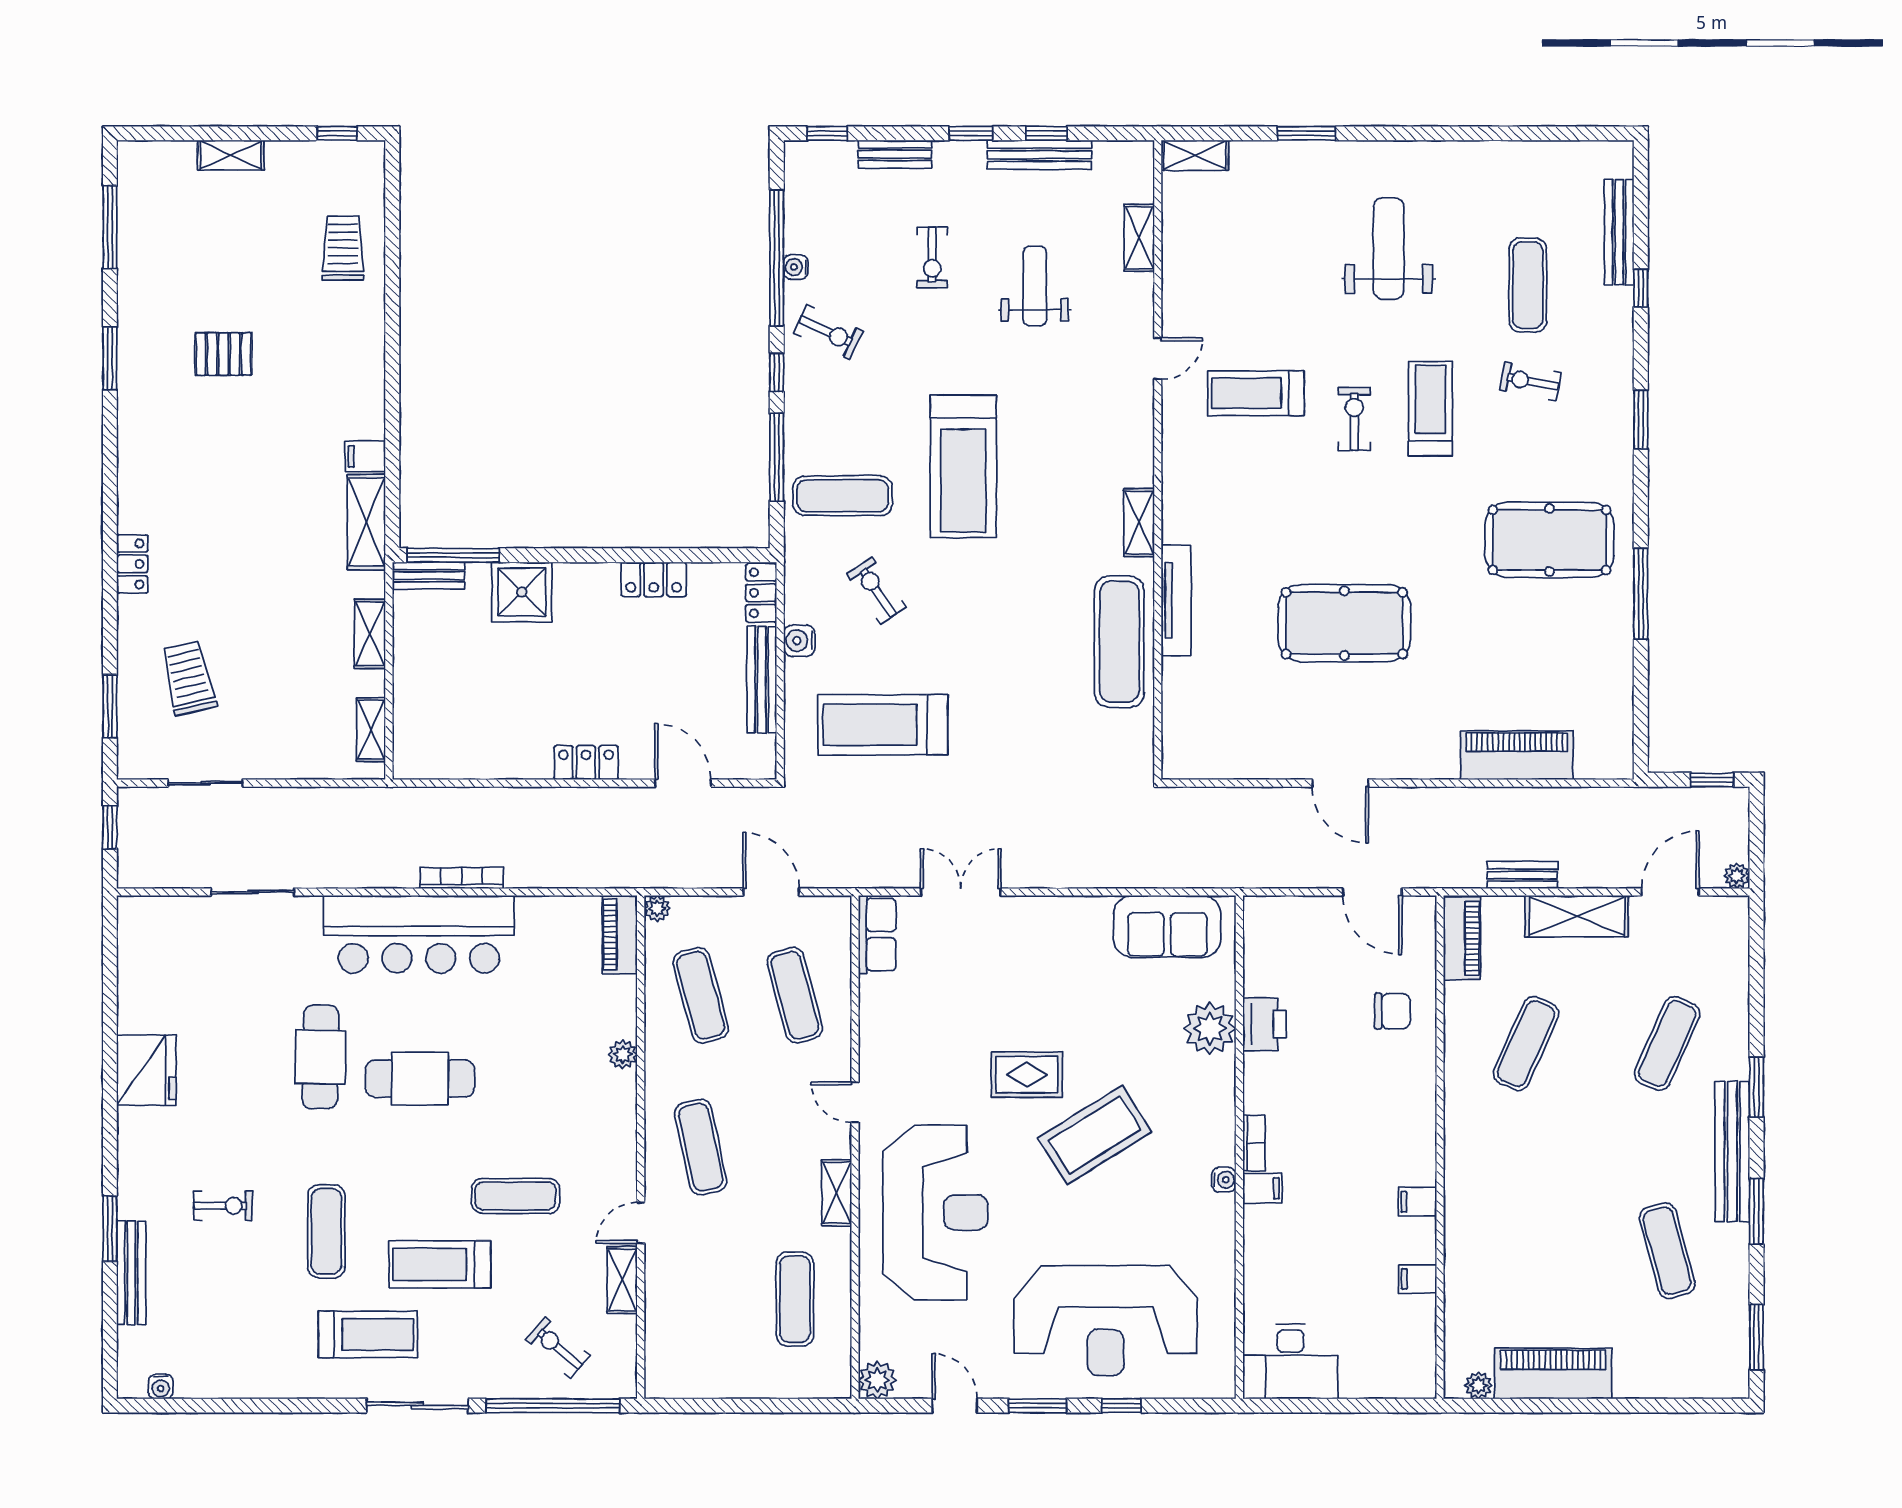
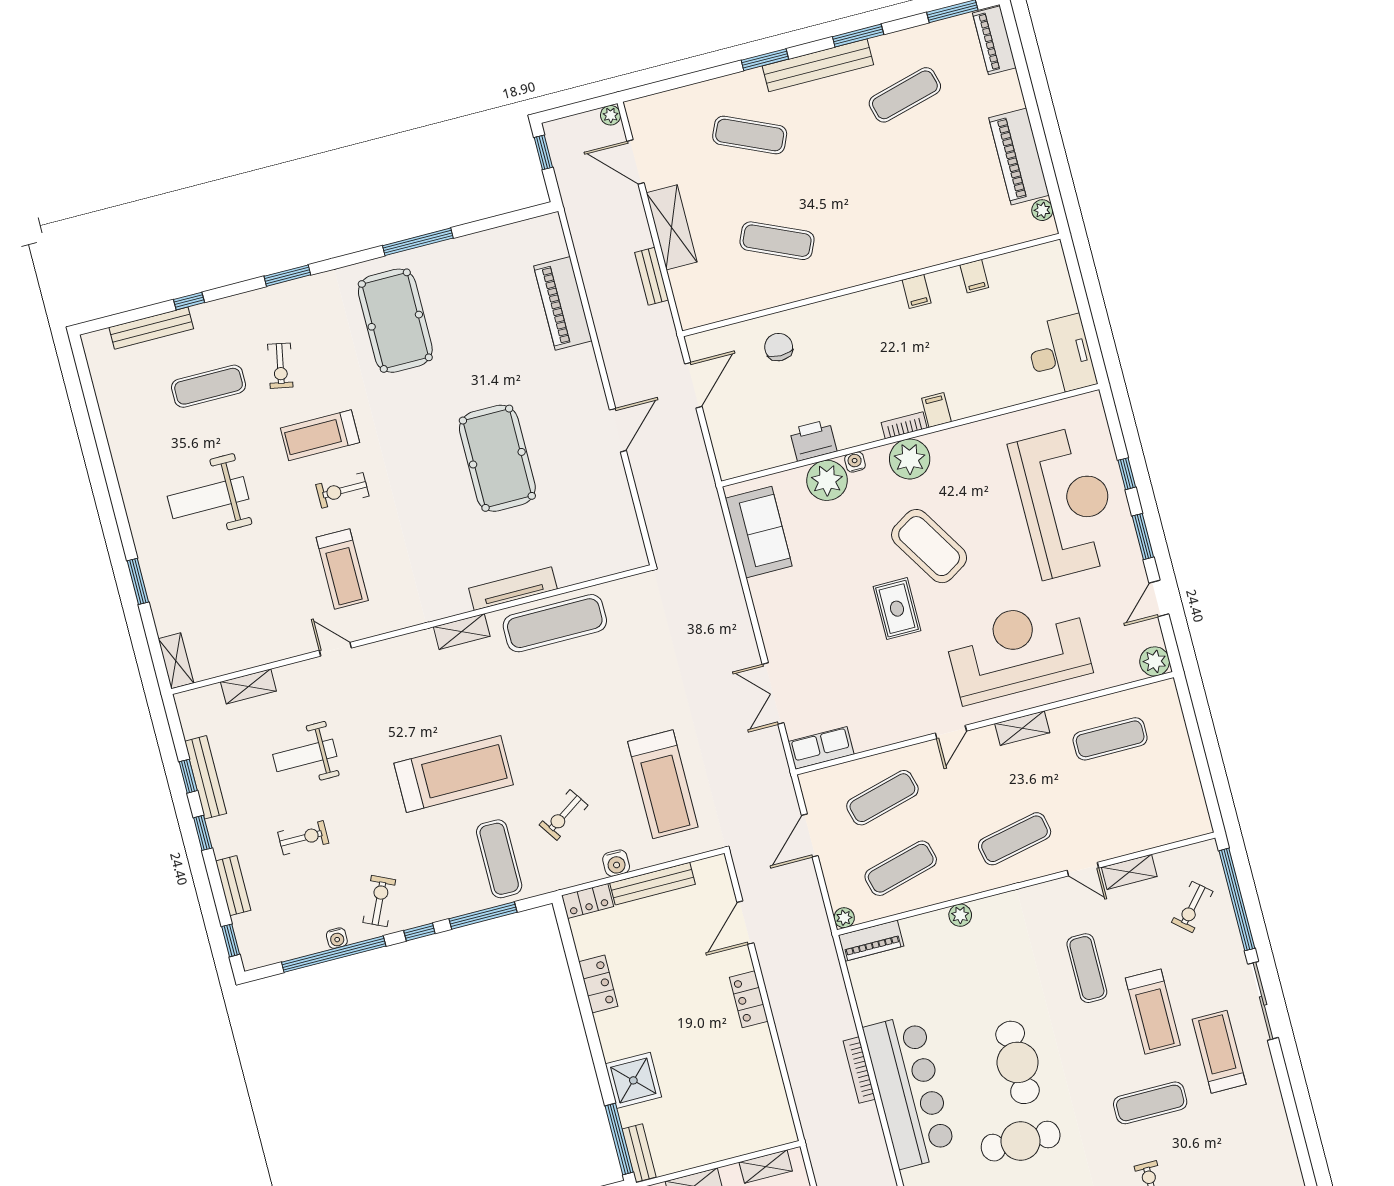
piano: (1462, 938) -> (994, 40), moved, turned -90
plant: (1210, 1139) -> (910, 459), added
water cooler: (1224, 1180) -> (855, 462), moved

